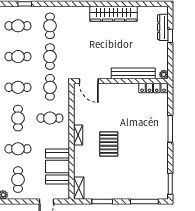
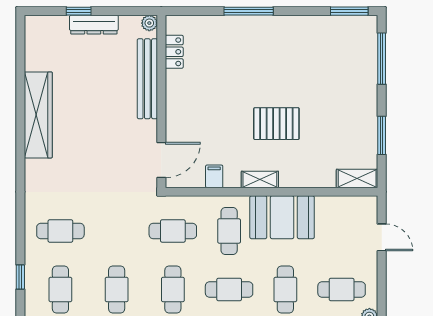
dresser: (163, 27) -> (94, 25), moved
cafe table: (50, 57) -> (117, 231), removed
locker: (153, 88) -> (174, 52), width x0.66
filing cabinet: (80, 110) -> (214, 176), added
booth: (57, 167) -> (282, 217), moved

